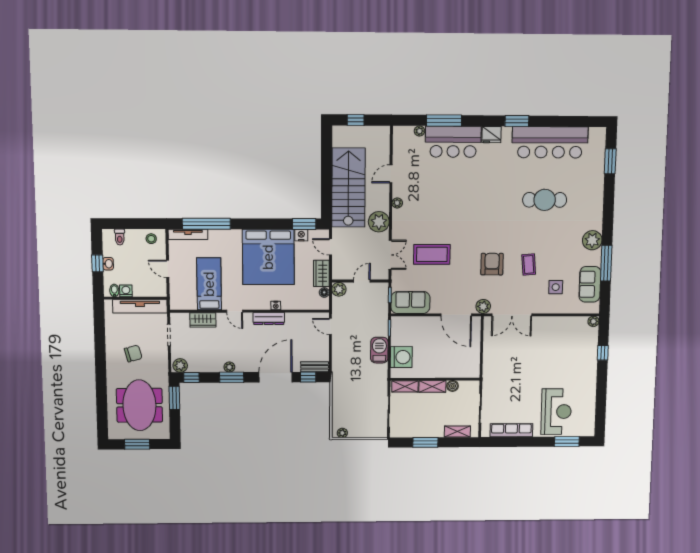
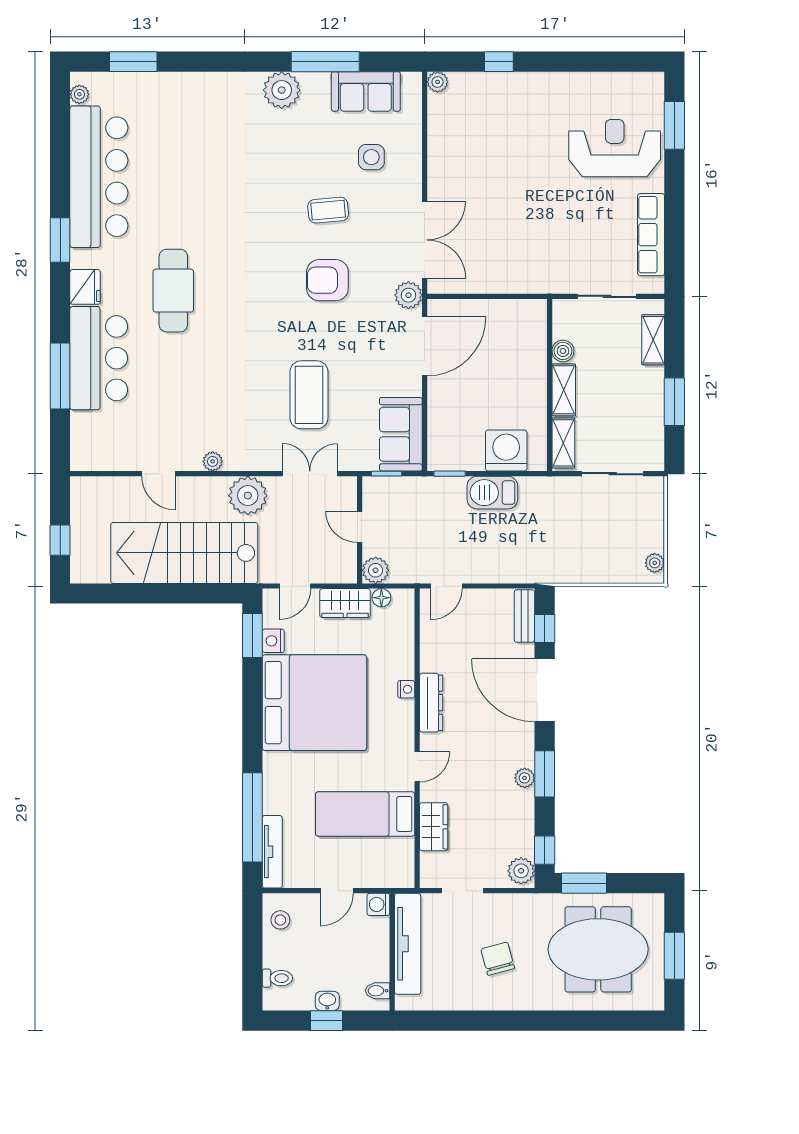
plant: (419, 131) -> (79, 94), moved
cafe table: (545, 200) -> (173, 291), moved
washing machine: (126, 291) -> (378, 904), moved

